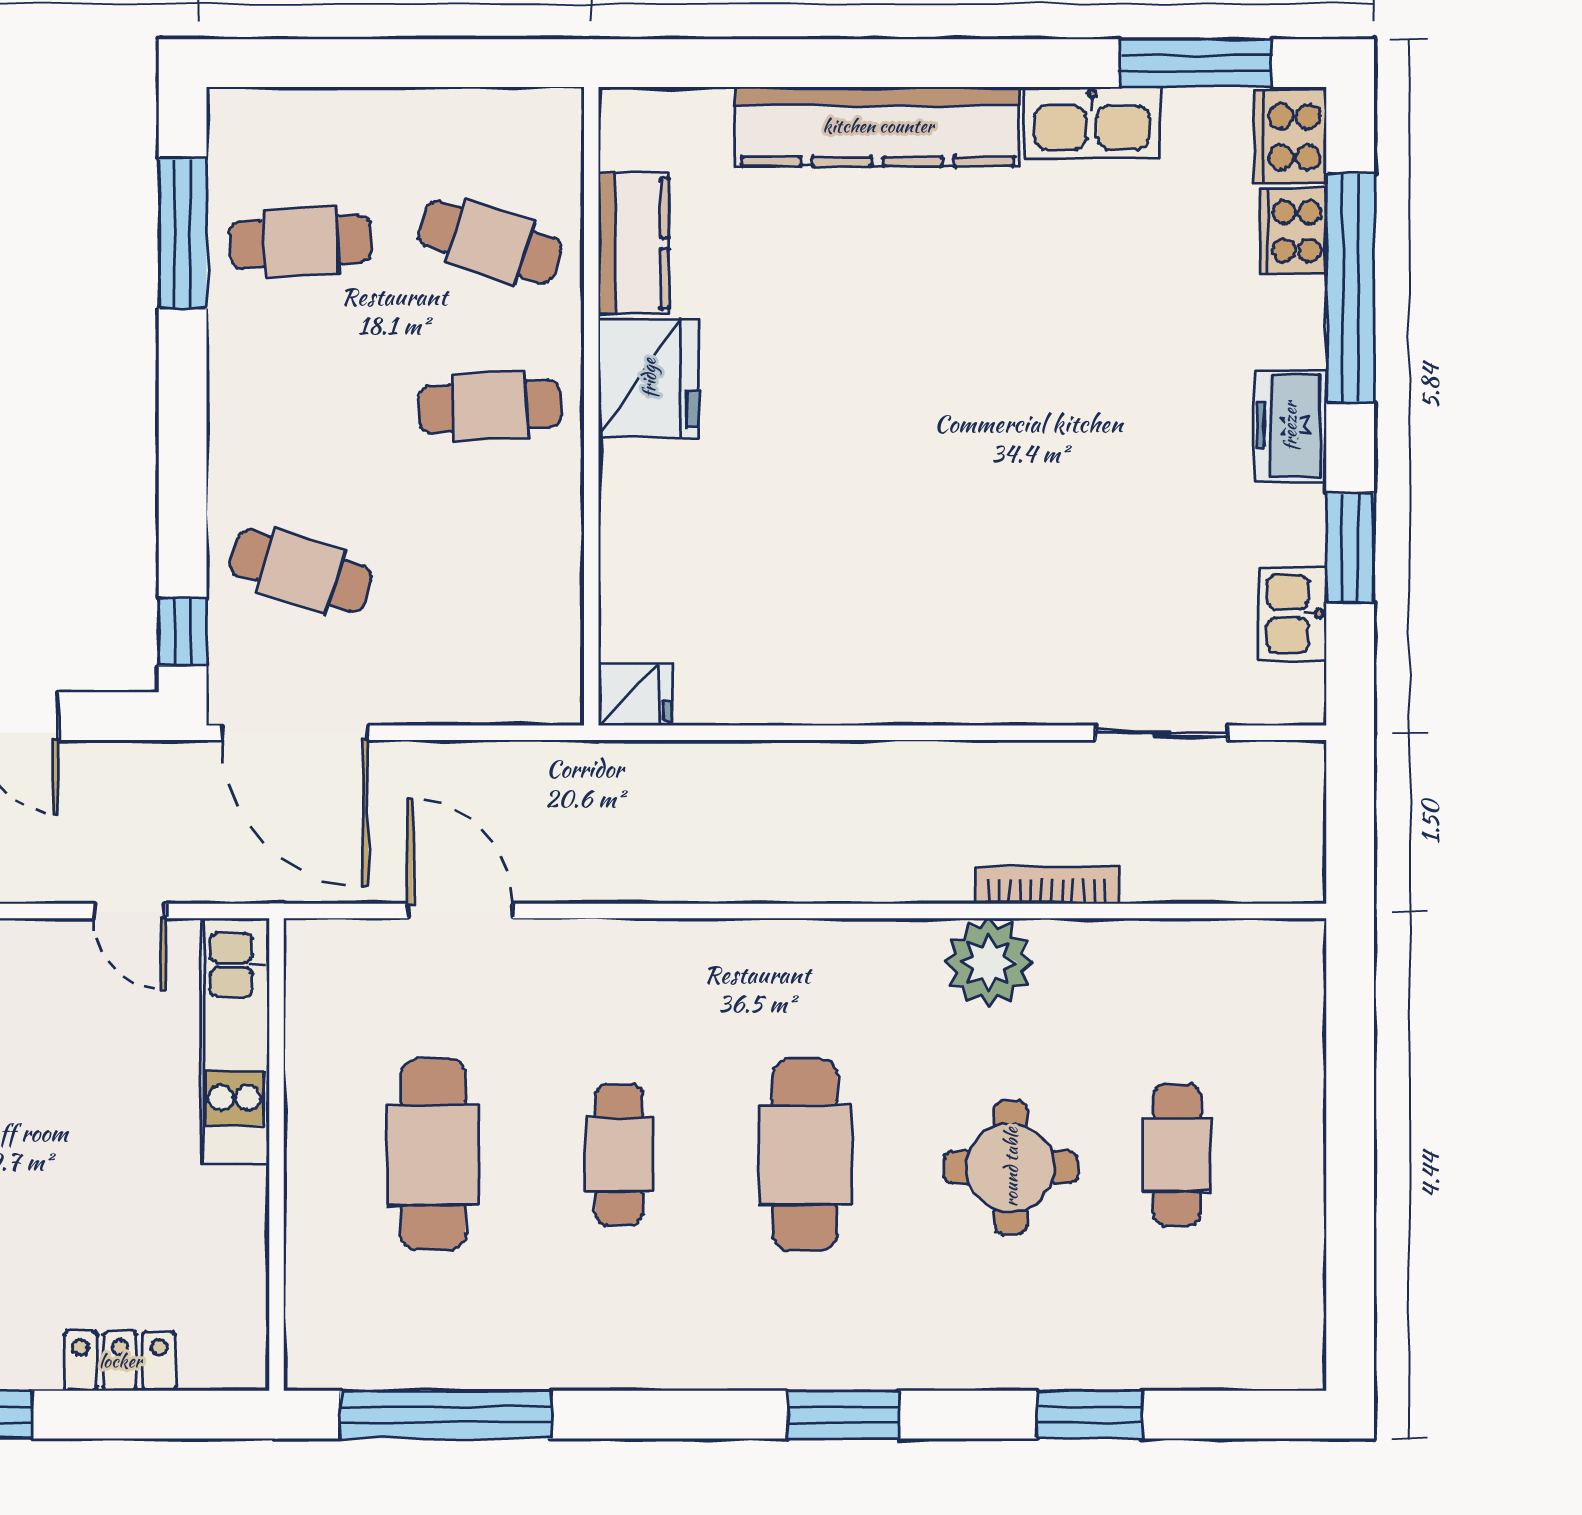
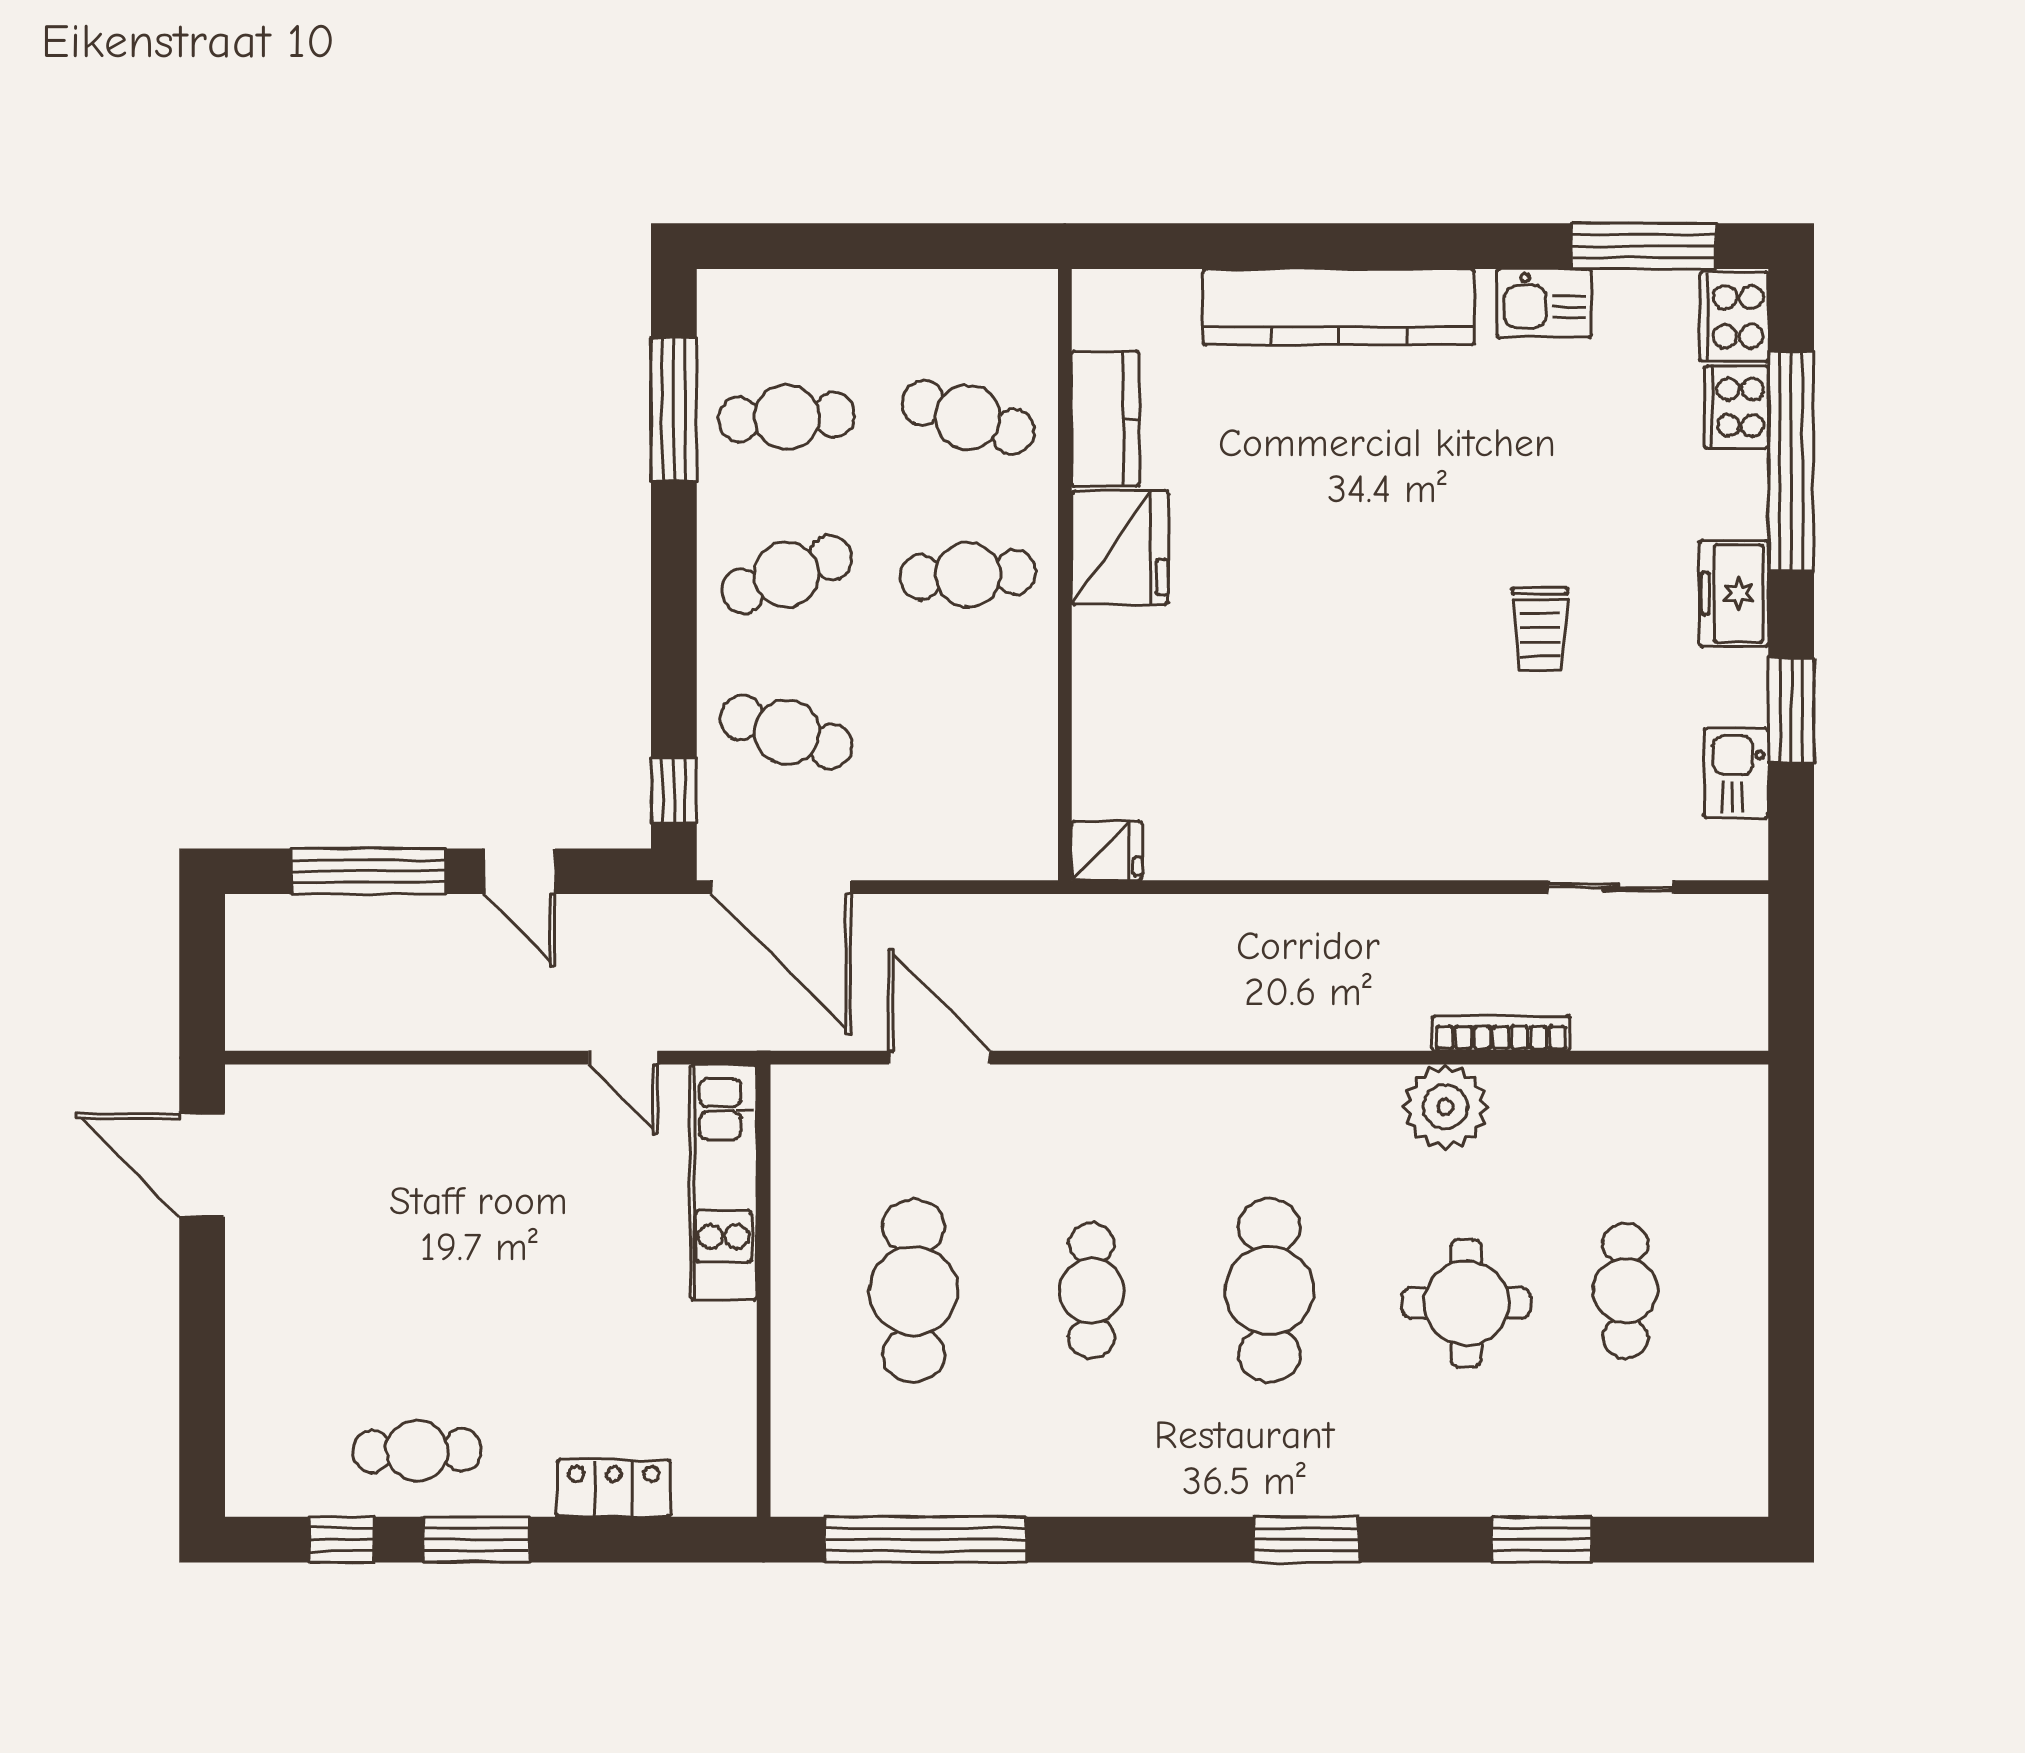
kitchen sink: (1092, 123) -> (1544, 303), width x0.73
cafe table: (300, 406) -> (787, 575), added
trolley: (1088, 463) -> (1540, 629), added

